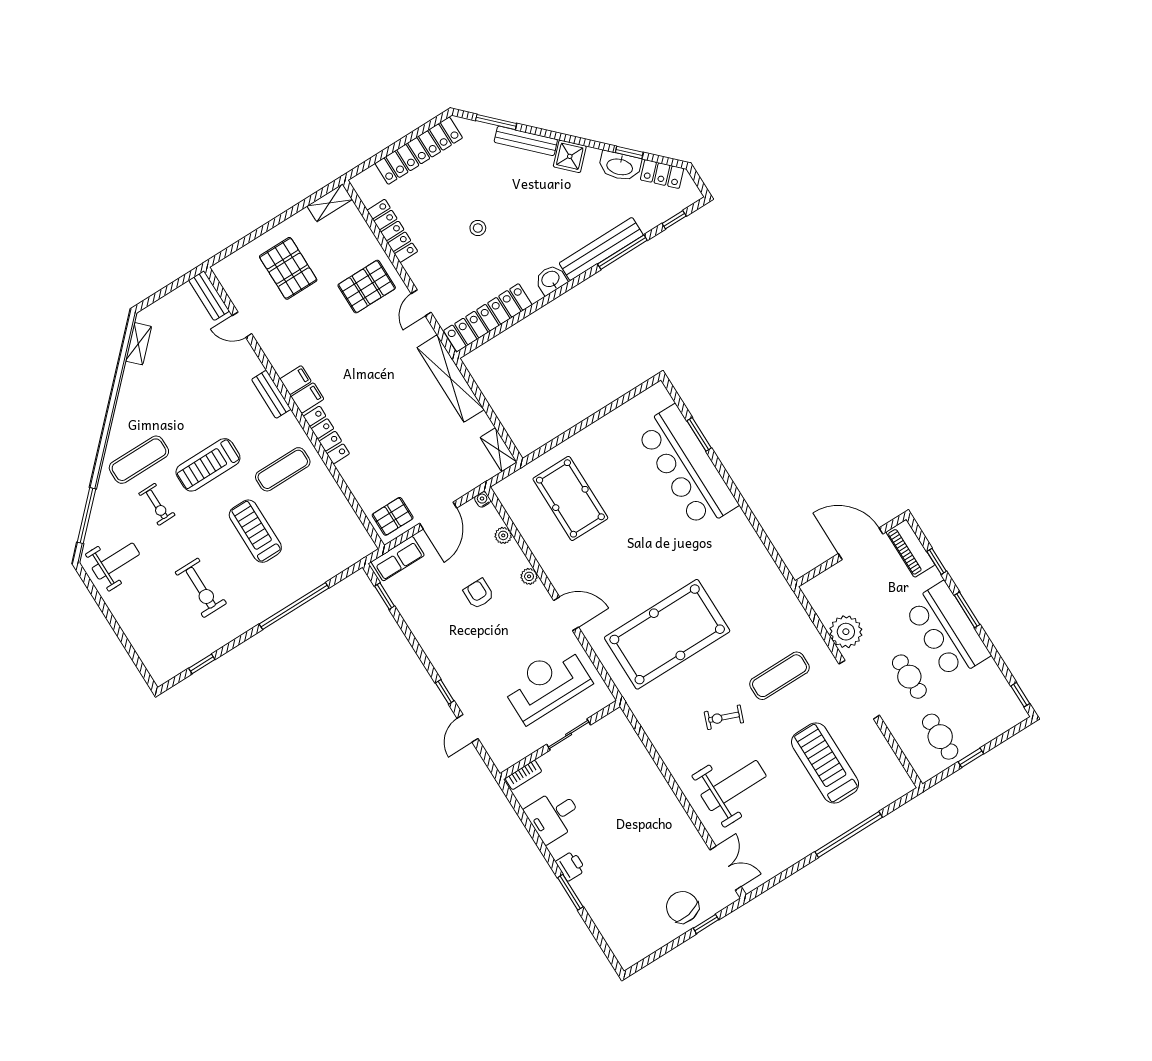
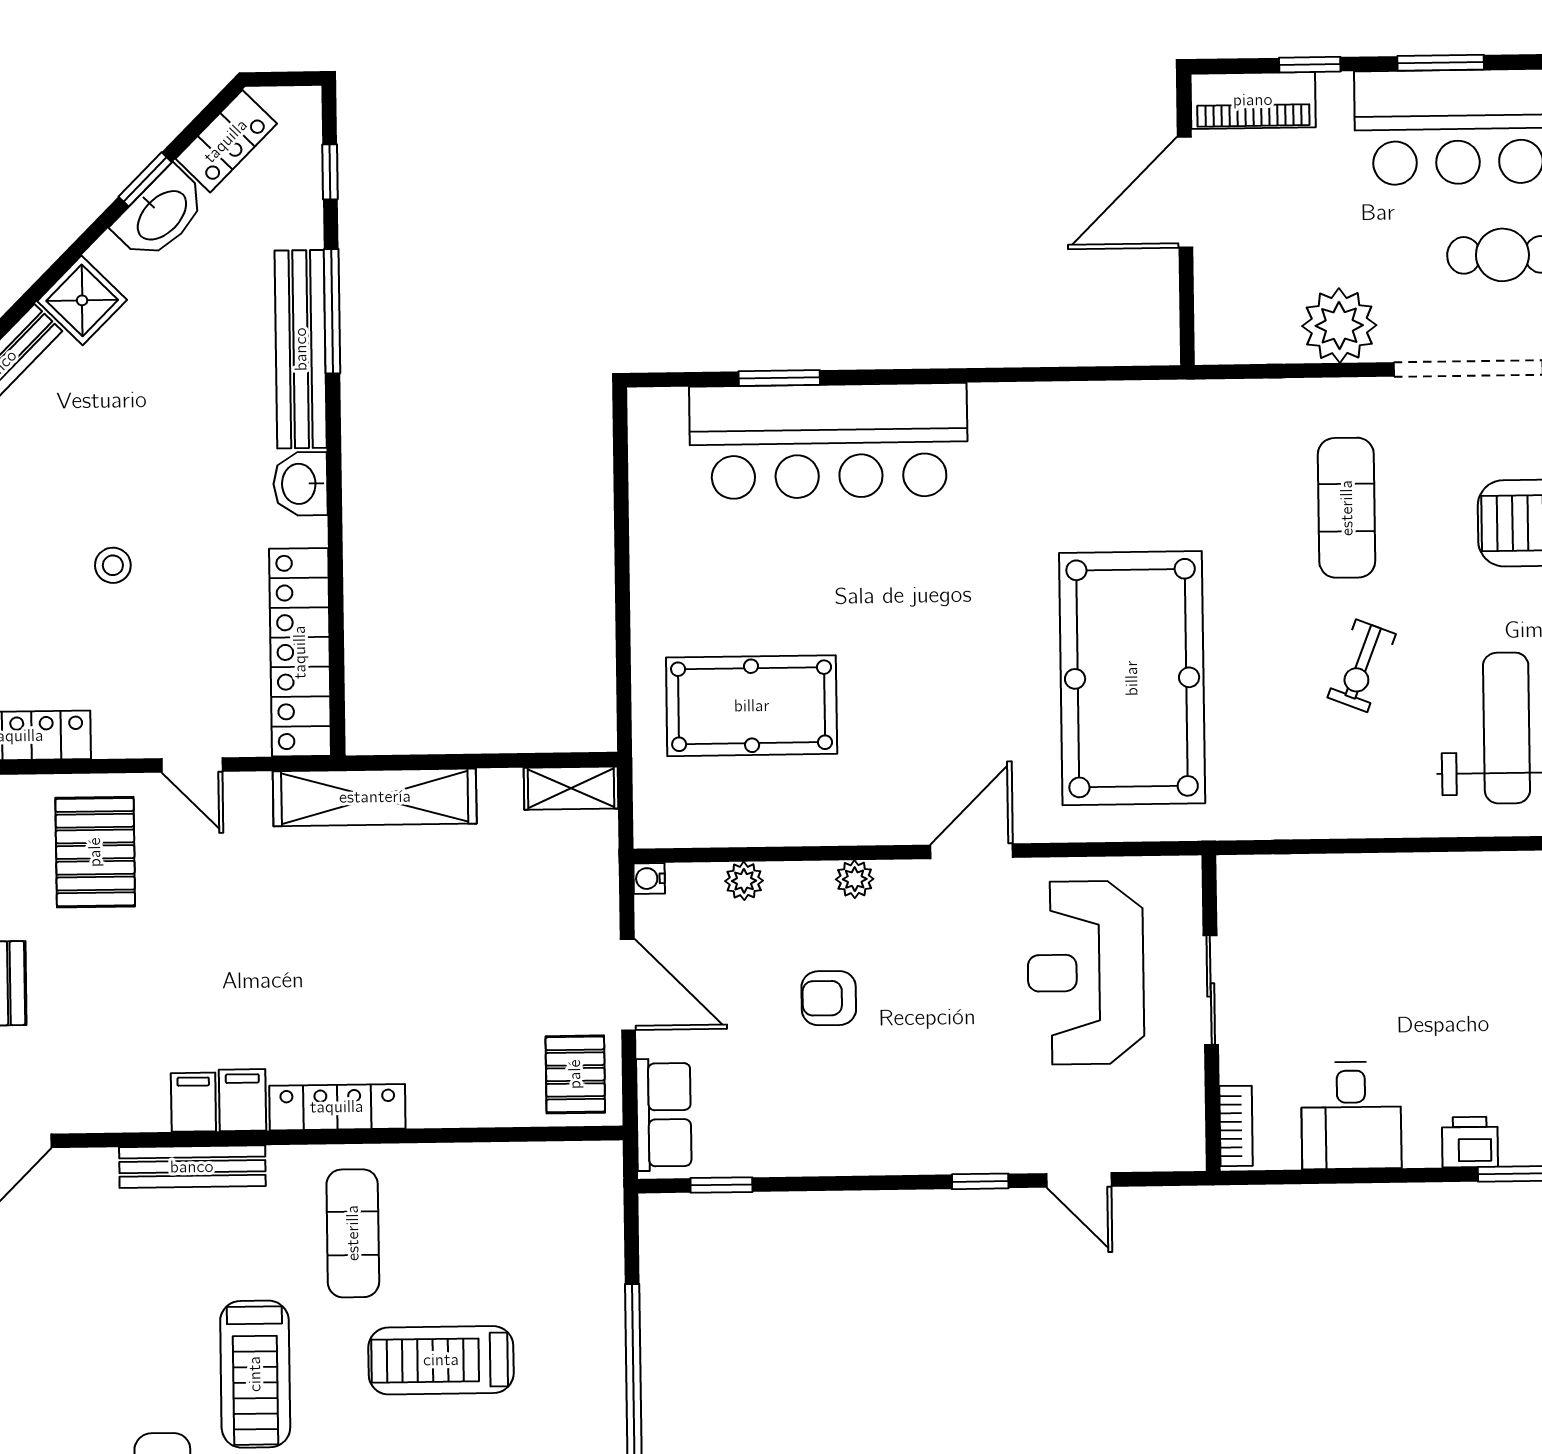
bench: (271, 394) -> (192, 1167), width x1.36

